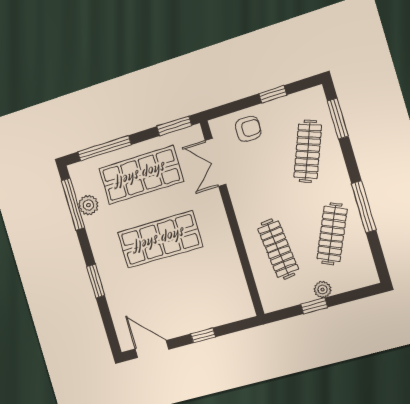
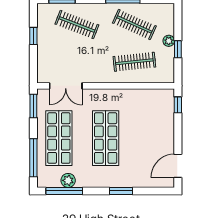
armchair: (248, 129) -> (51, 58), removed
window: (203, 335) -> (178, 105), moved

